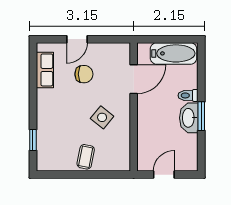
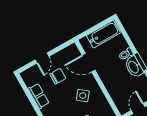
row of seats: (45, 70) -> (39, 96), moved
door: (134, 79) -> (89, 63), swing flipped

